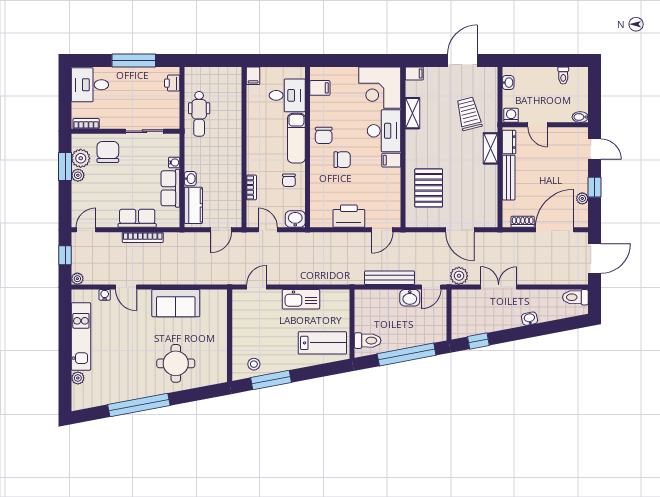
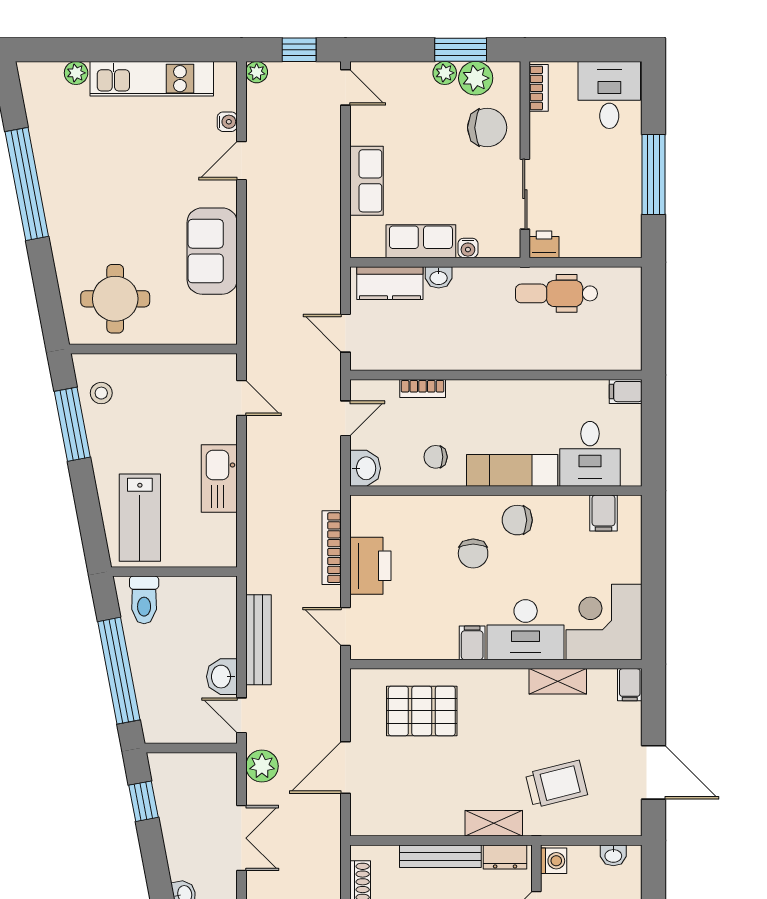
printer: (172, 83) -> (544, 244), moved
bookcase: (143, 237) -> (332, 548), moved
round table: (176, 363) -> (115, 299), moved

